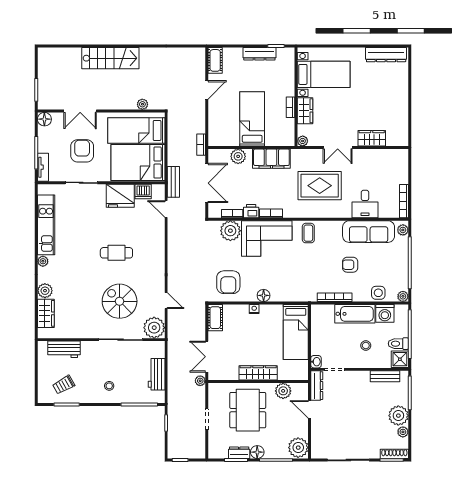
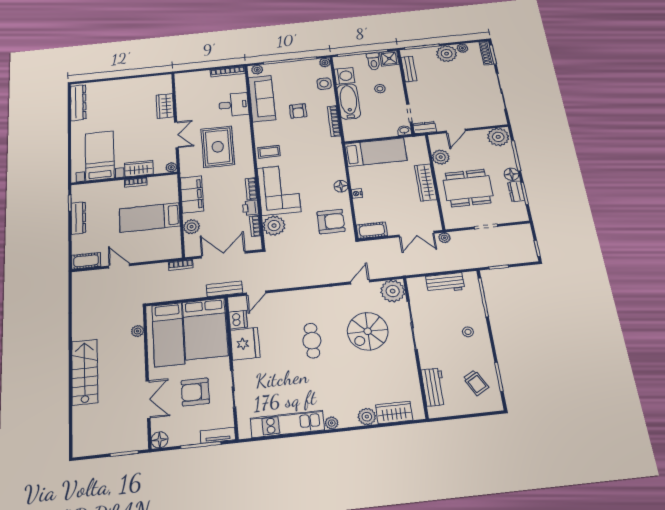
dresser: (317, 386) -> (425, 128), width x0.70

